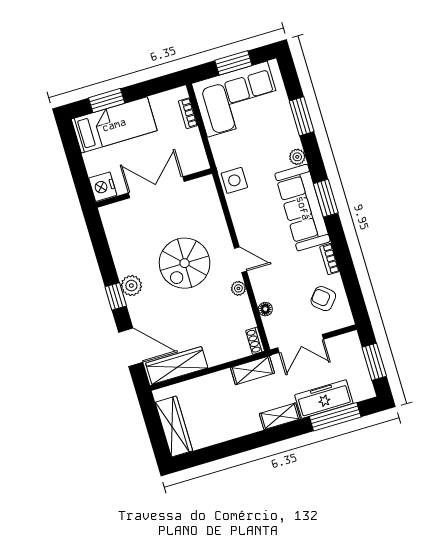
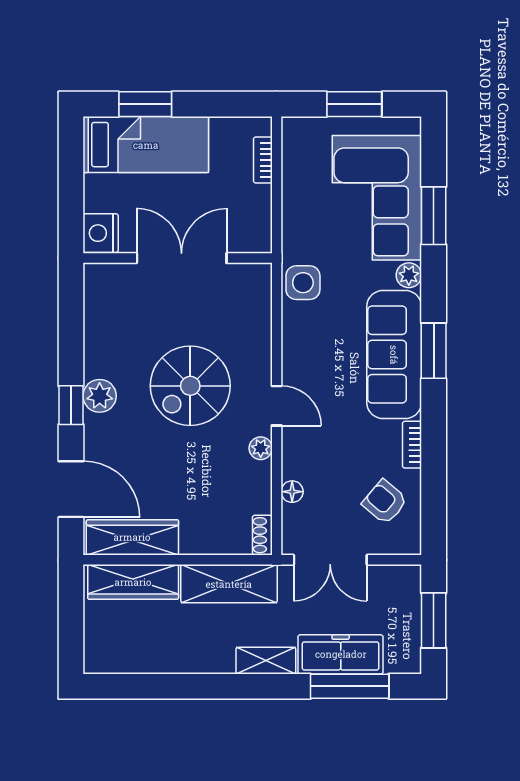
corner sofa: (237, 99) -> (377, 198), moved, turned 90
shelving: (252, 370) -> (229, 584), width x1.50, depth x1.33
wardrobe: (174, 427) -> (133, 582), moved, turned 90

